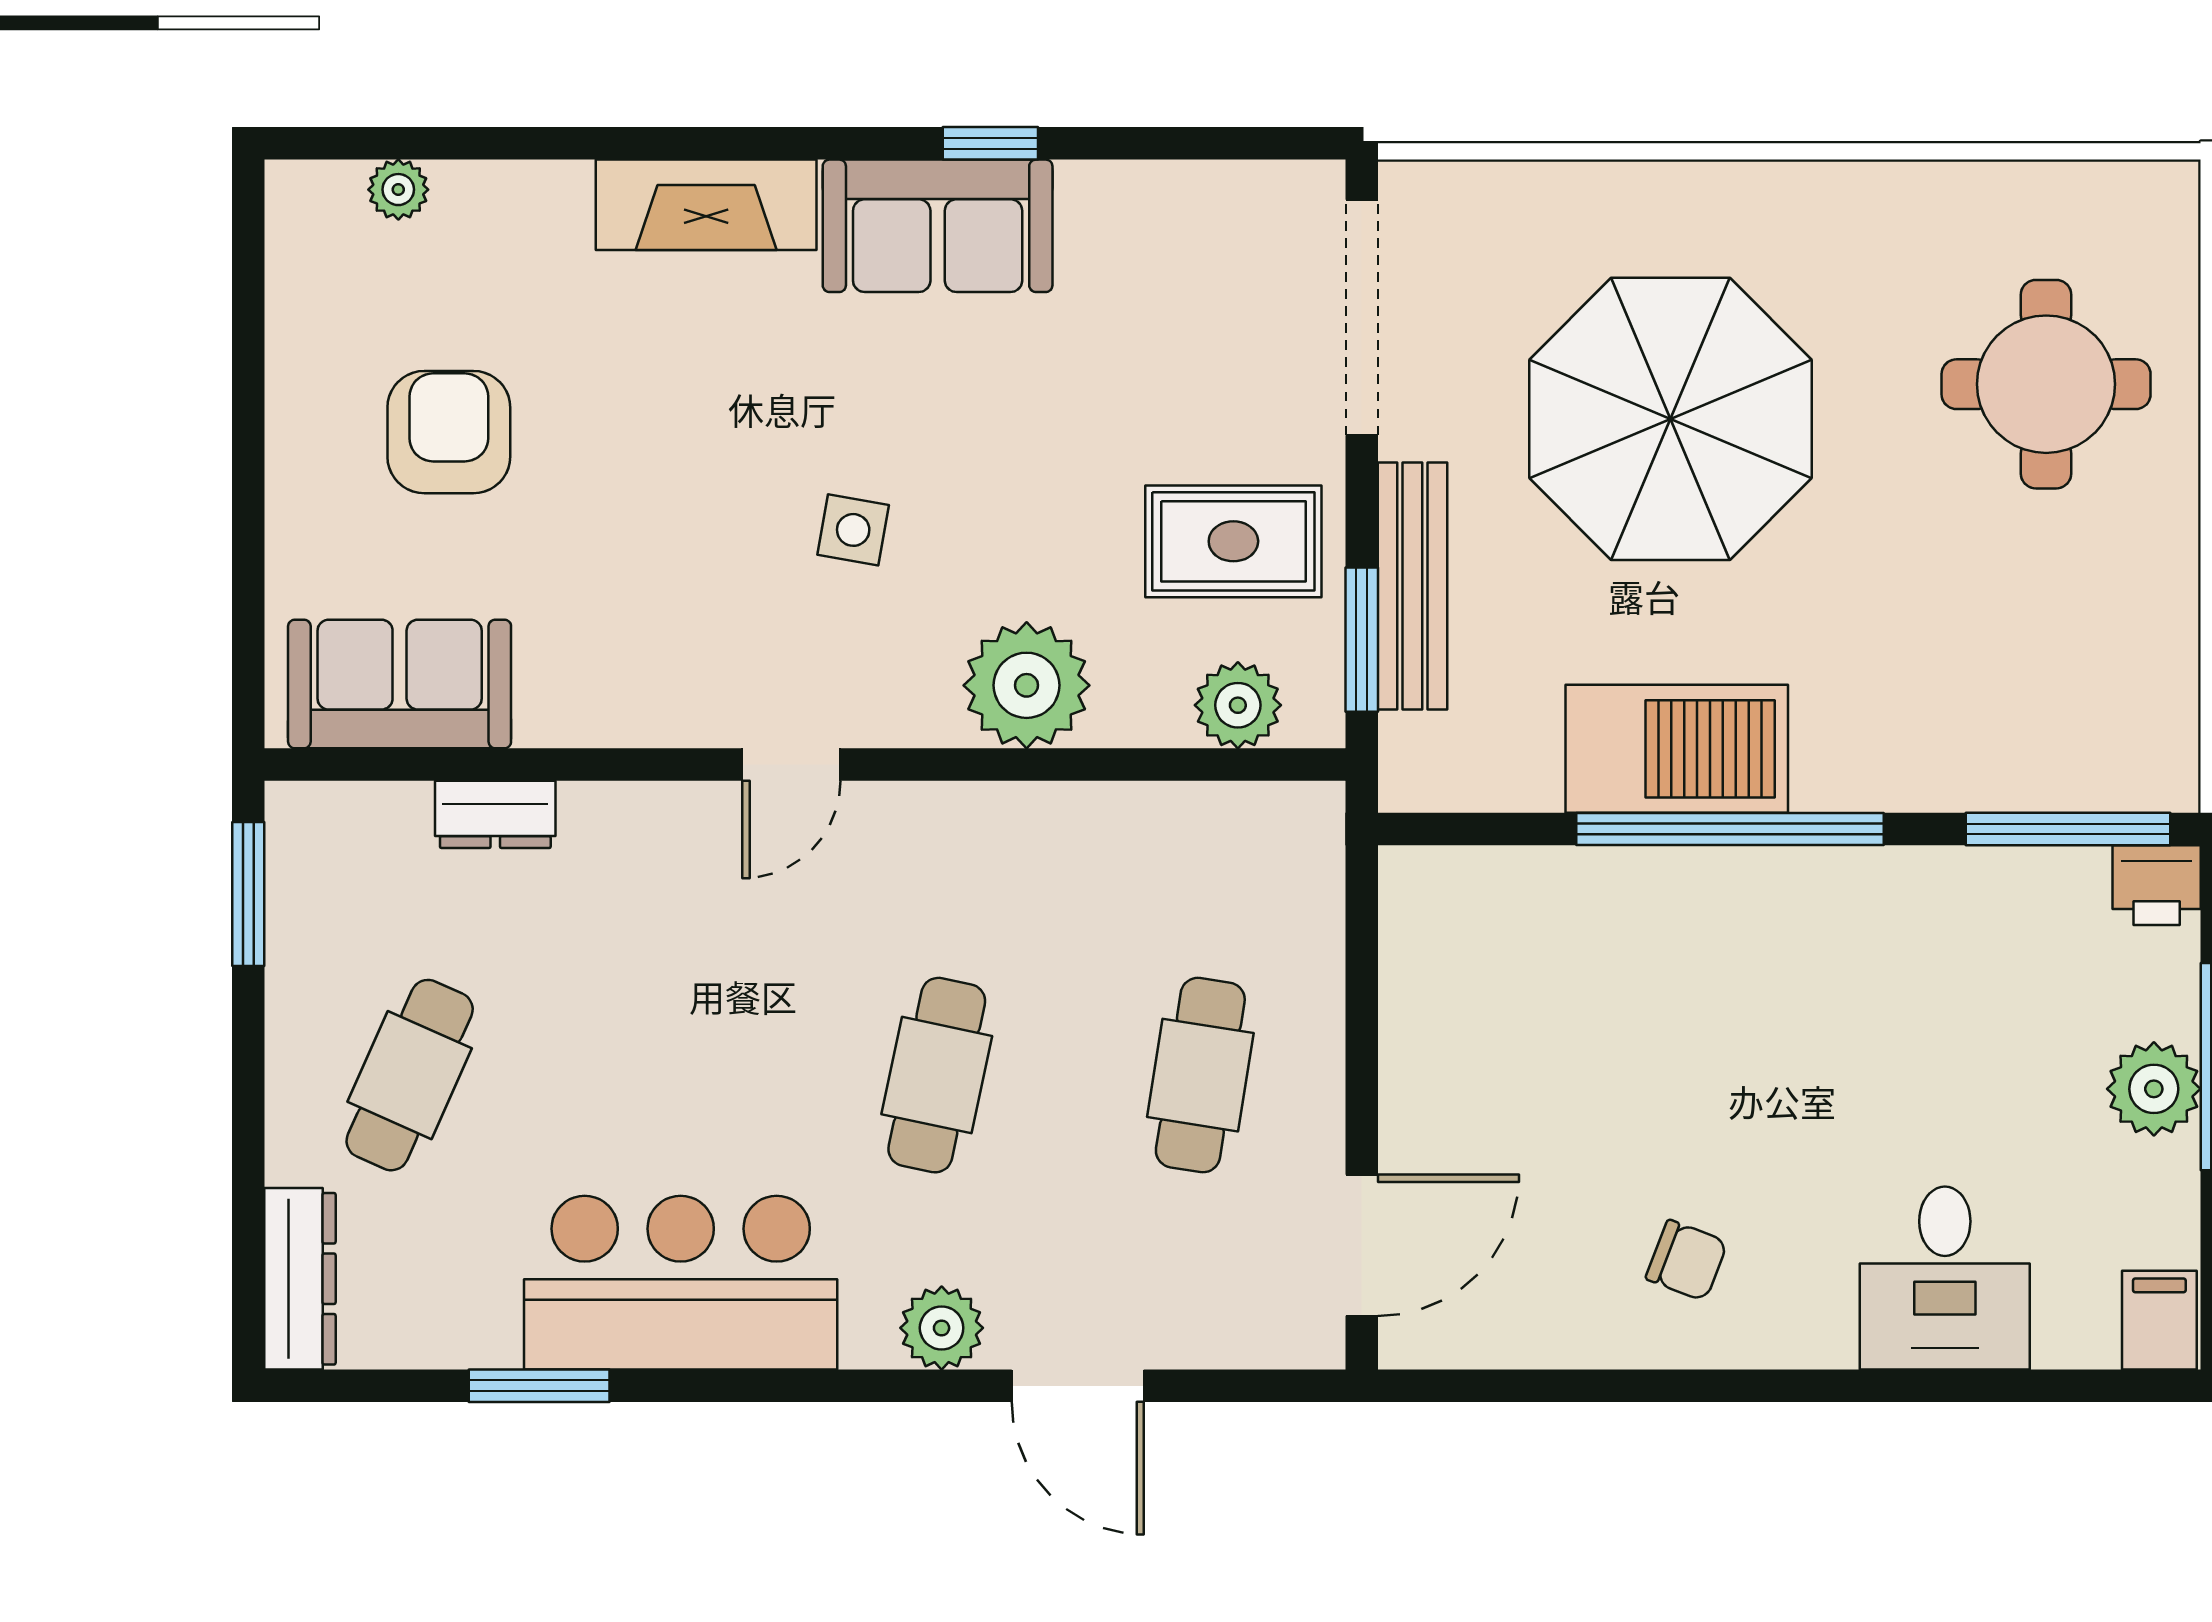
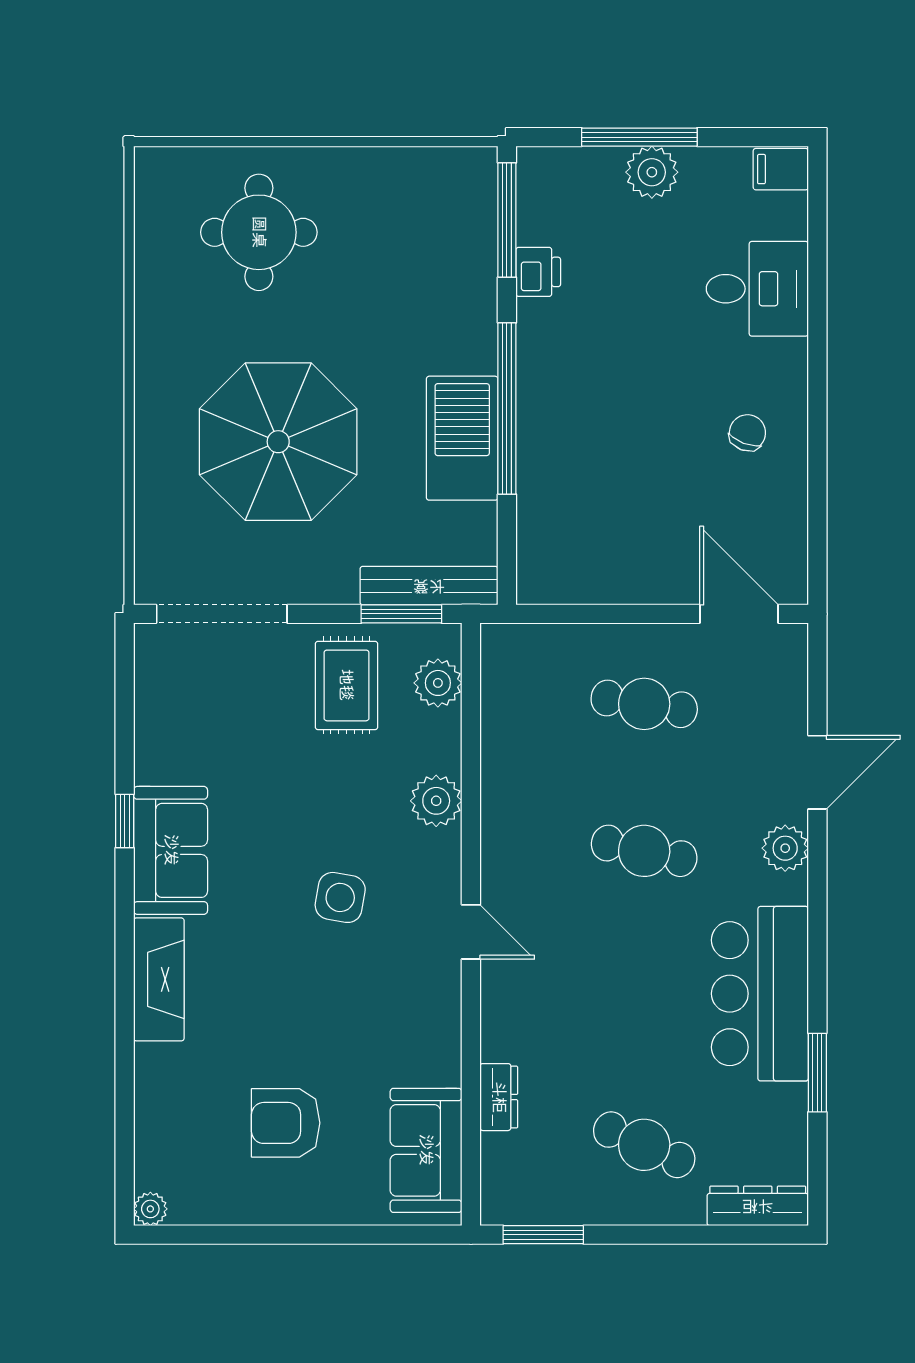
plant: (398, 190) -> (150, 1209), moved
side table: (853, 530) -> (340, 897), width x1.37, depth x1.37
bench: (1412, 586) -> (429, 586), moved
plant: (1027, 685) -> (436, 801), width x0.73, depth x0.73
printer: (2157, 885) -> (538, 272), moved

